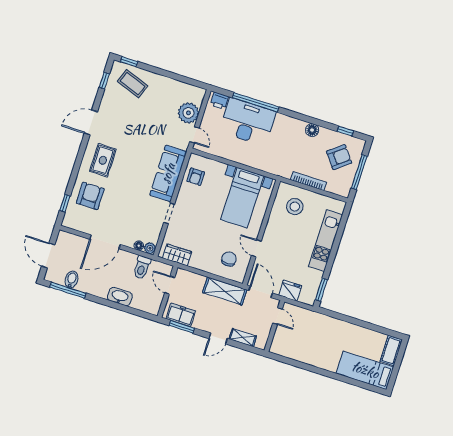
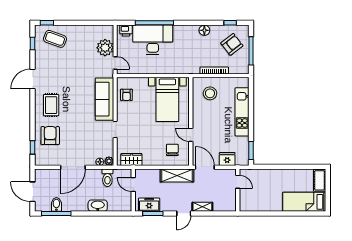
door: (278, 316) -> (238, 182), moved
wall: (274, 326) -> (238, 190), moved

